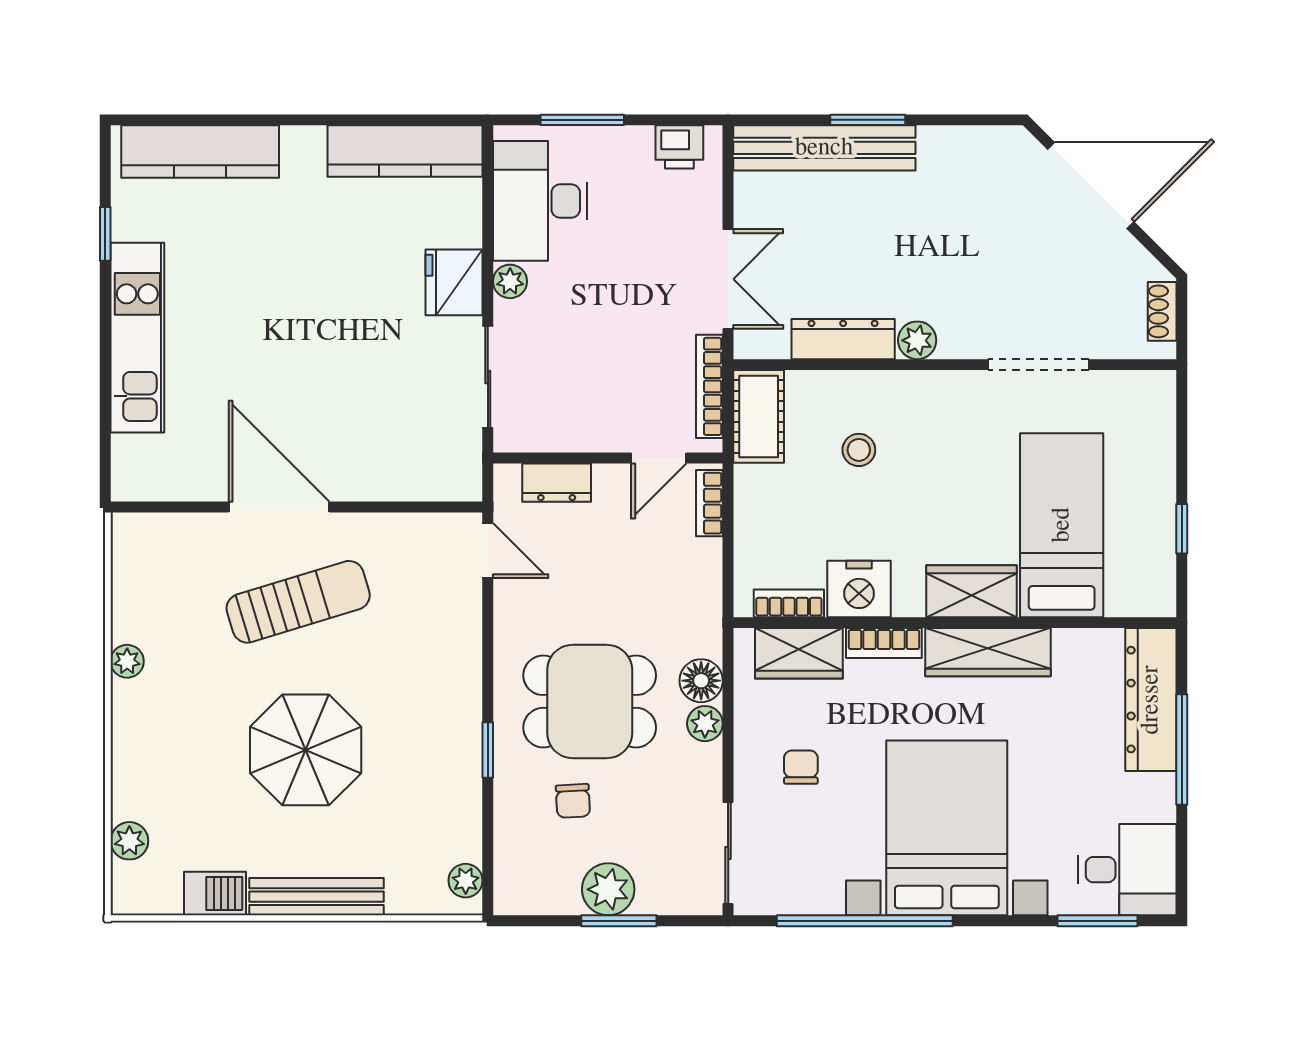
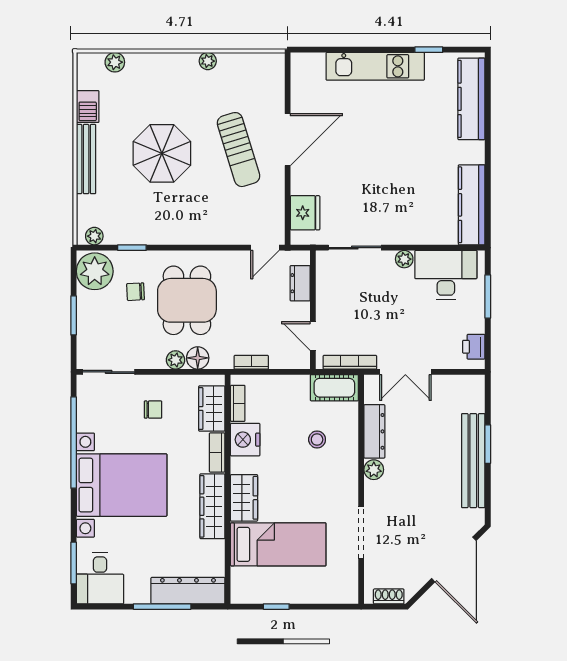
bench: (824, 148) -> (473, 461), moved
fridge: (454, 282) -> (305, 213), moved, turned 90
bookcase: (709, 503) -> (251, 362), moved
window: (488, 750) -> (132, 248), moved
plant: (608, 889) -> (95, 271), moved, width x1.36, depth x1.36

